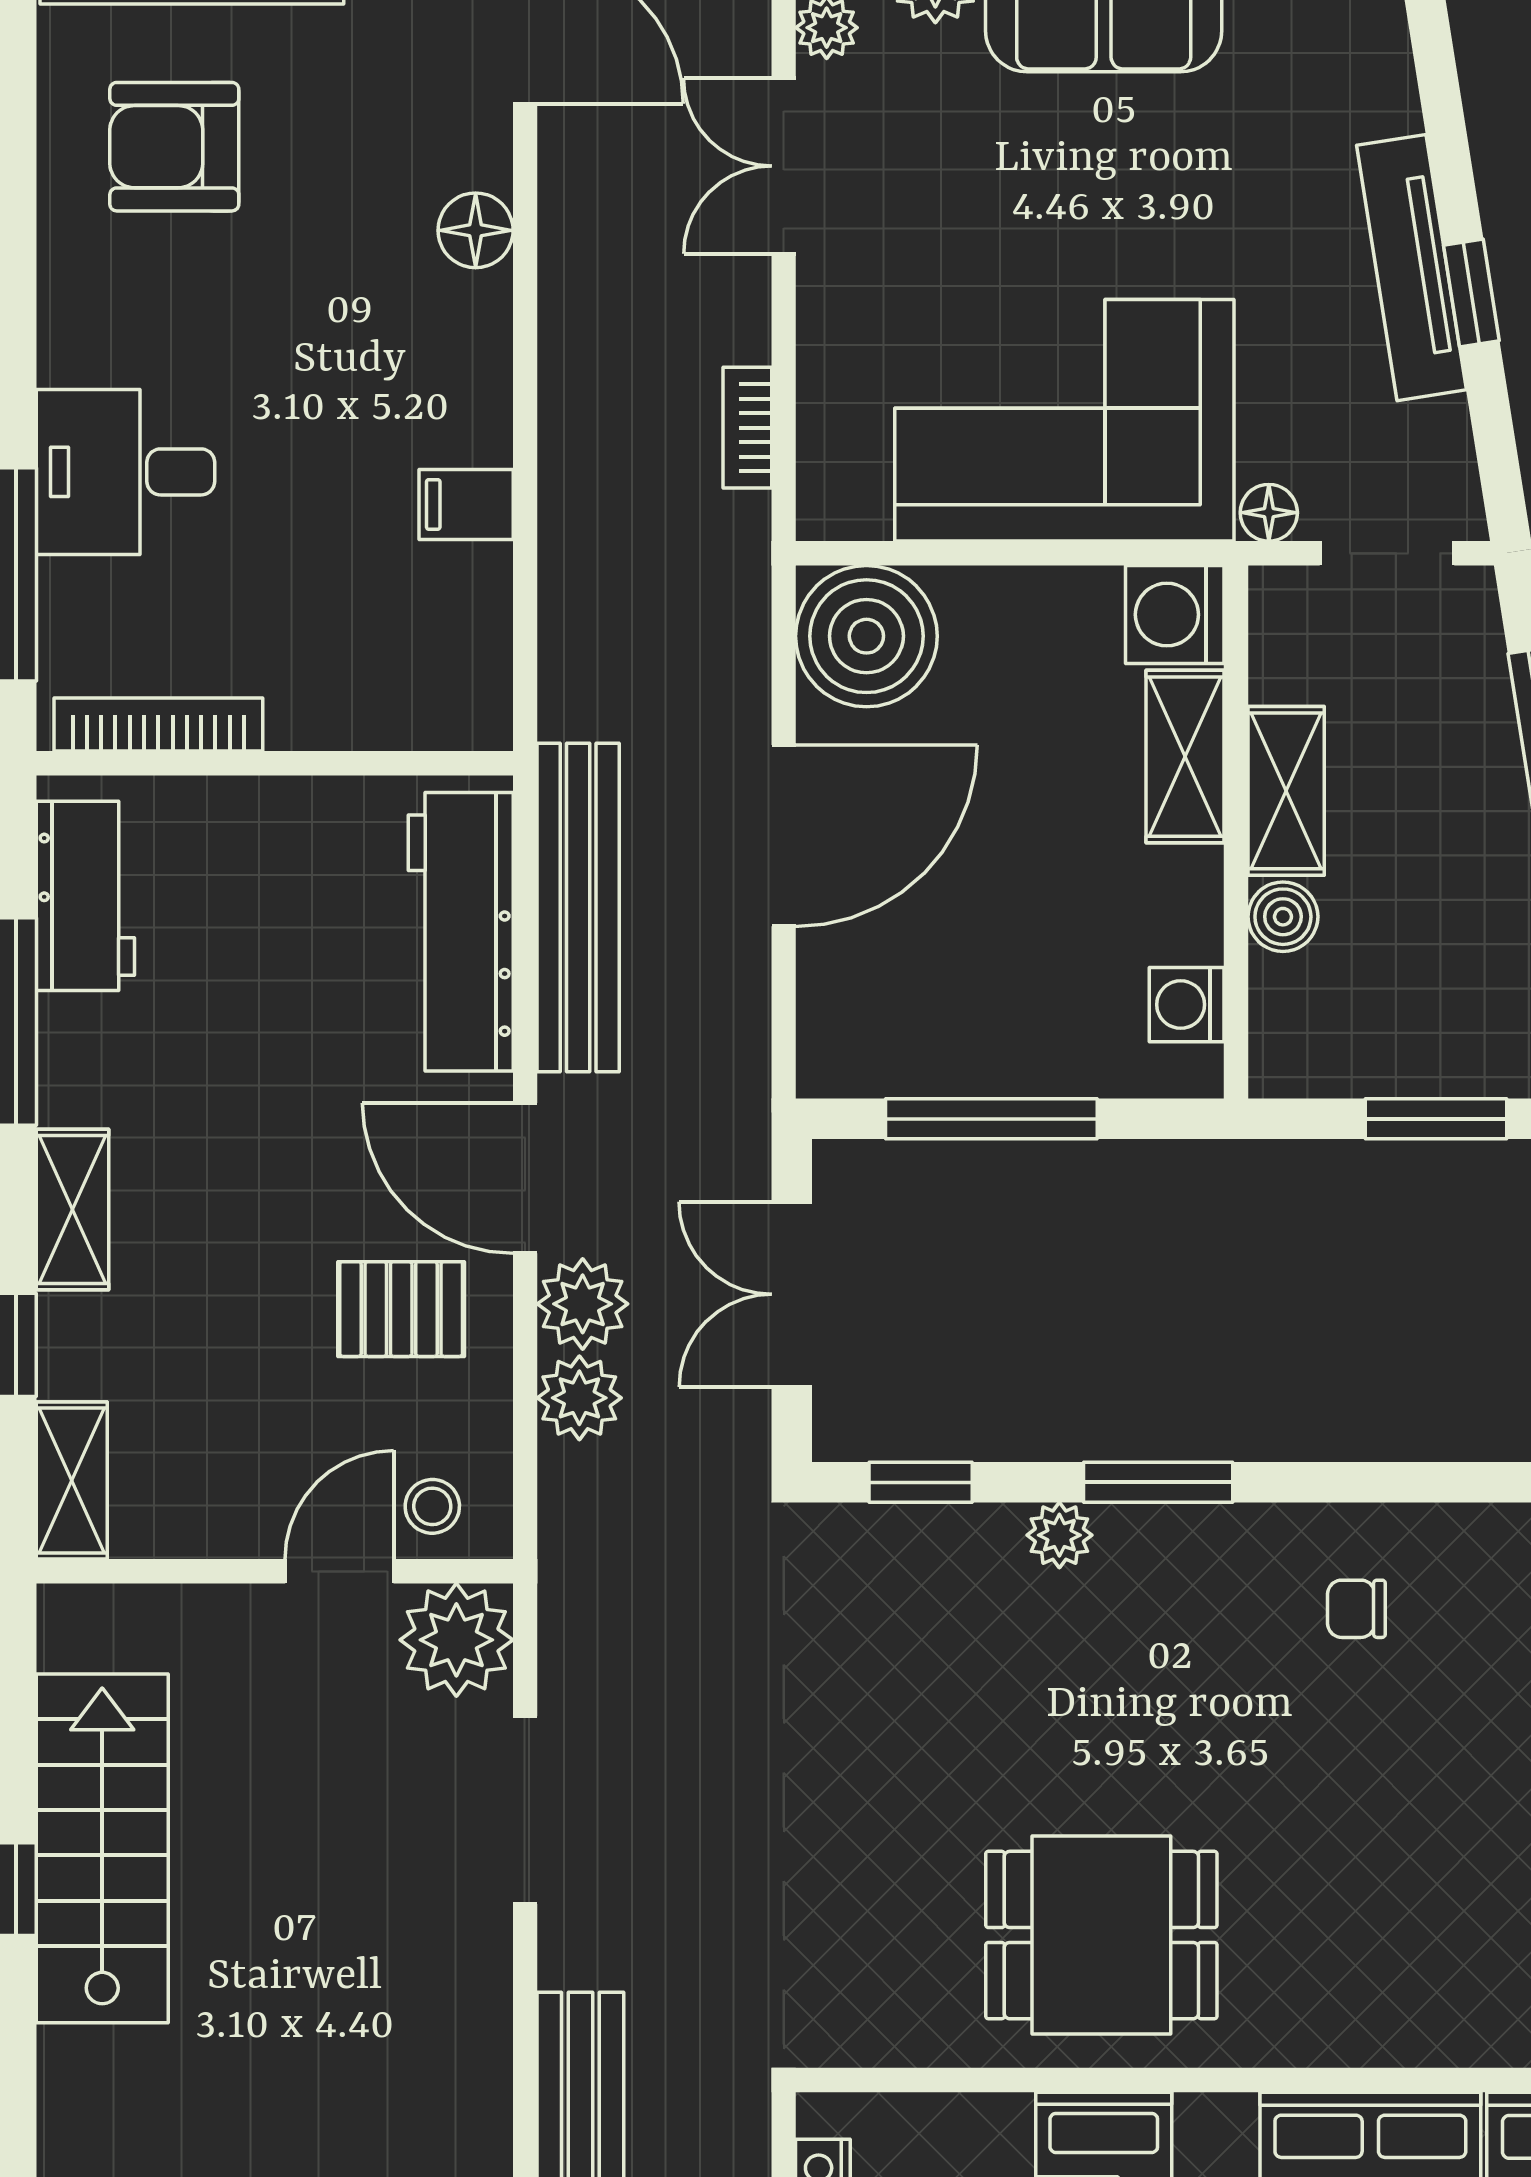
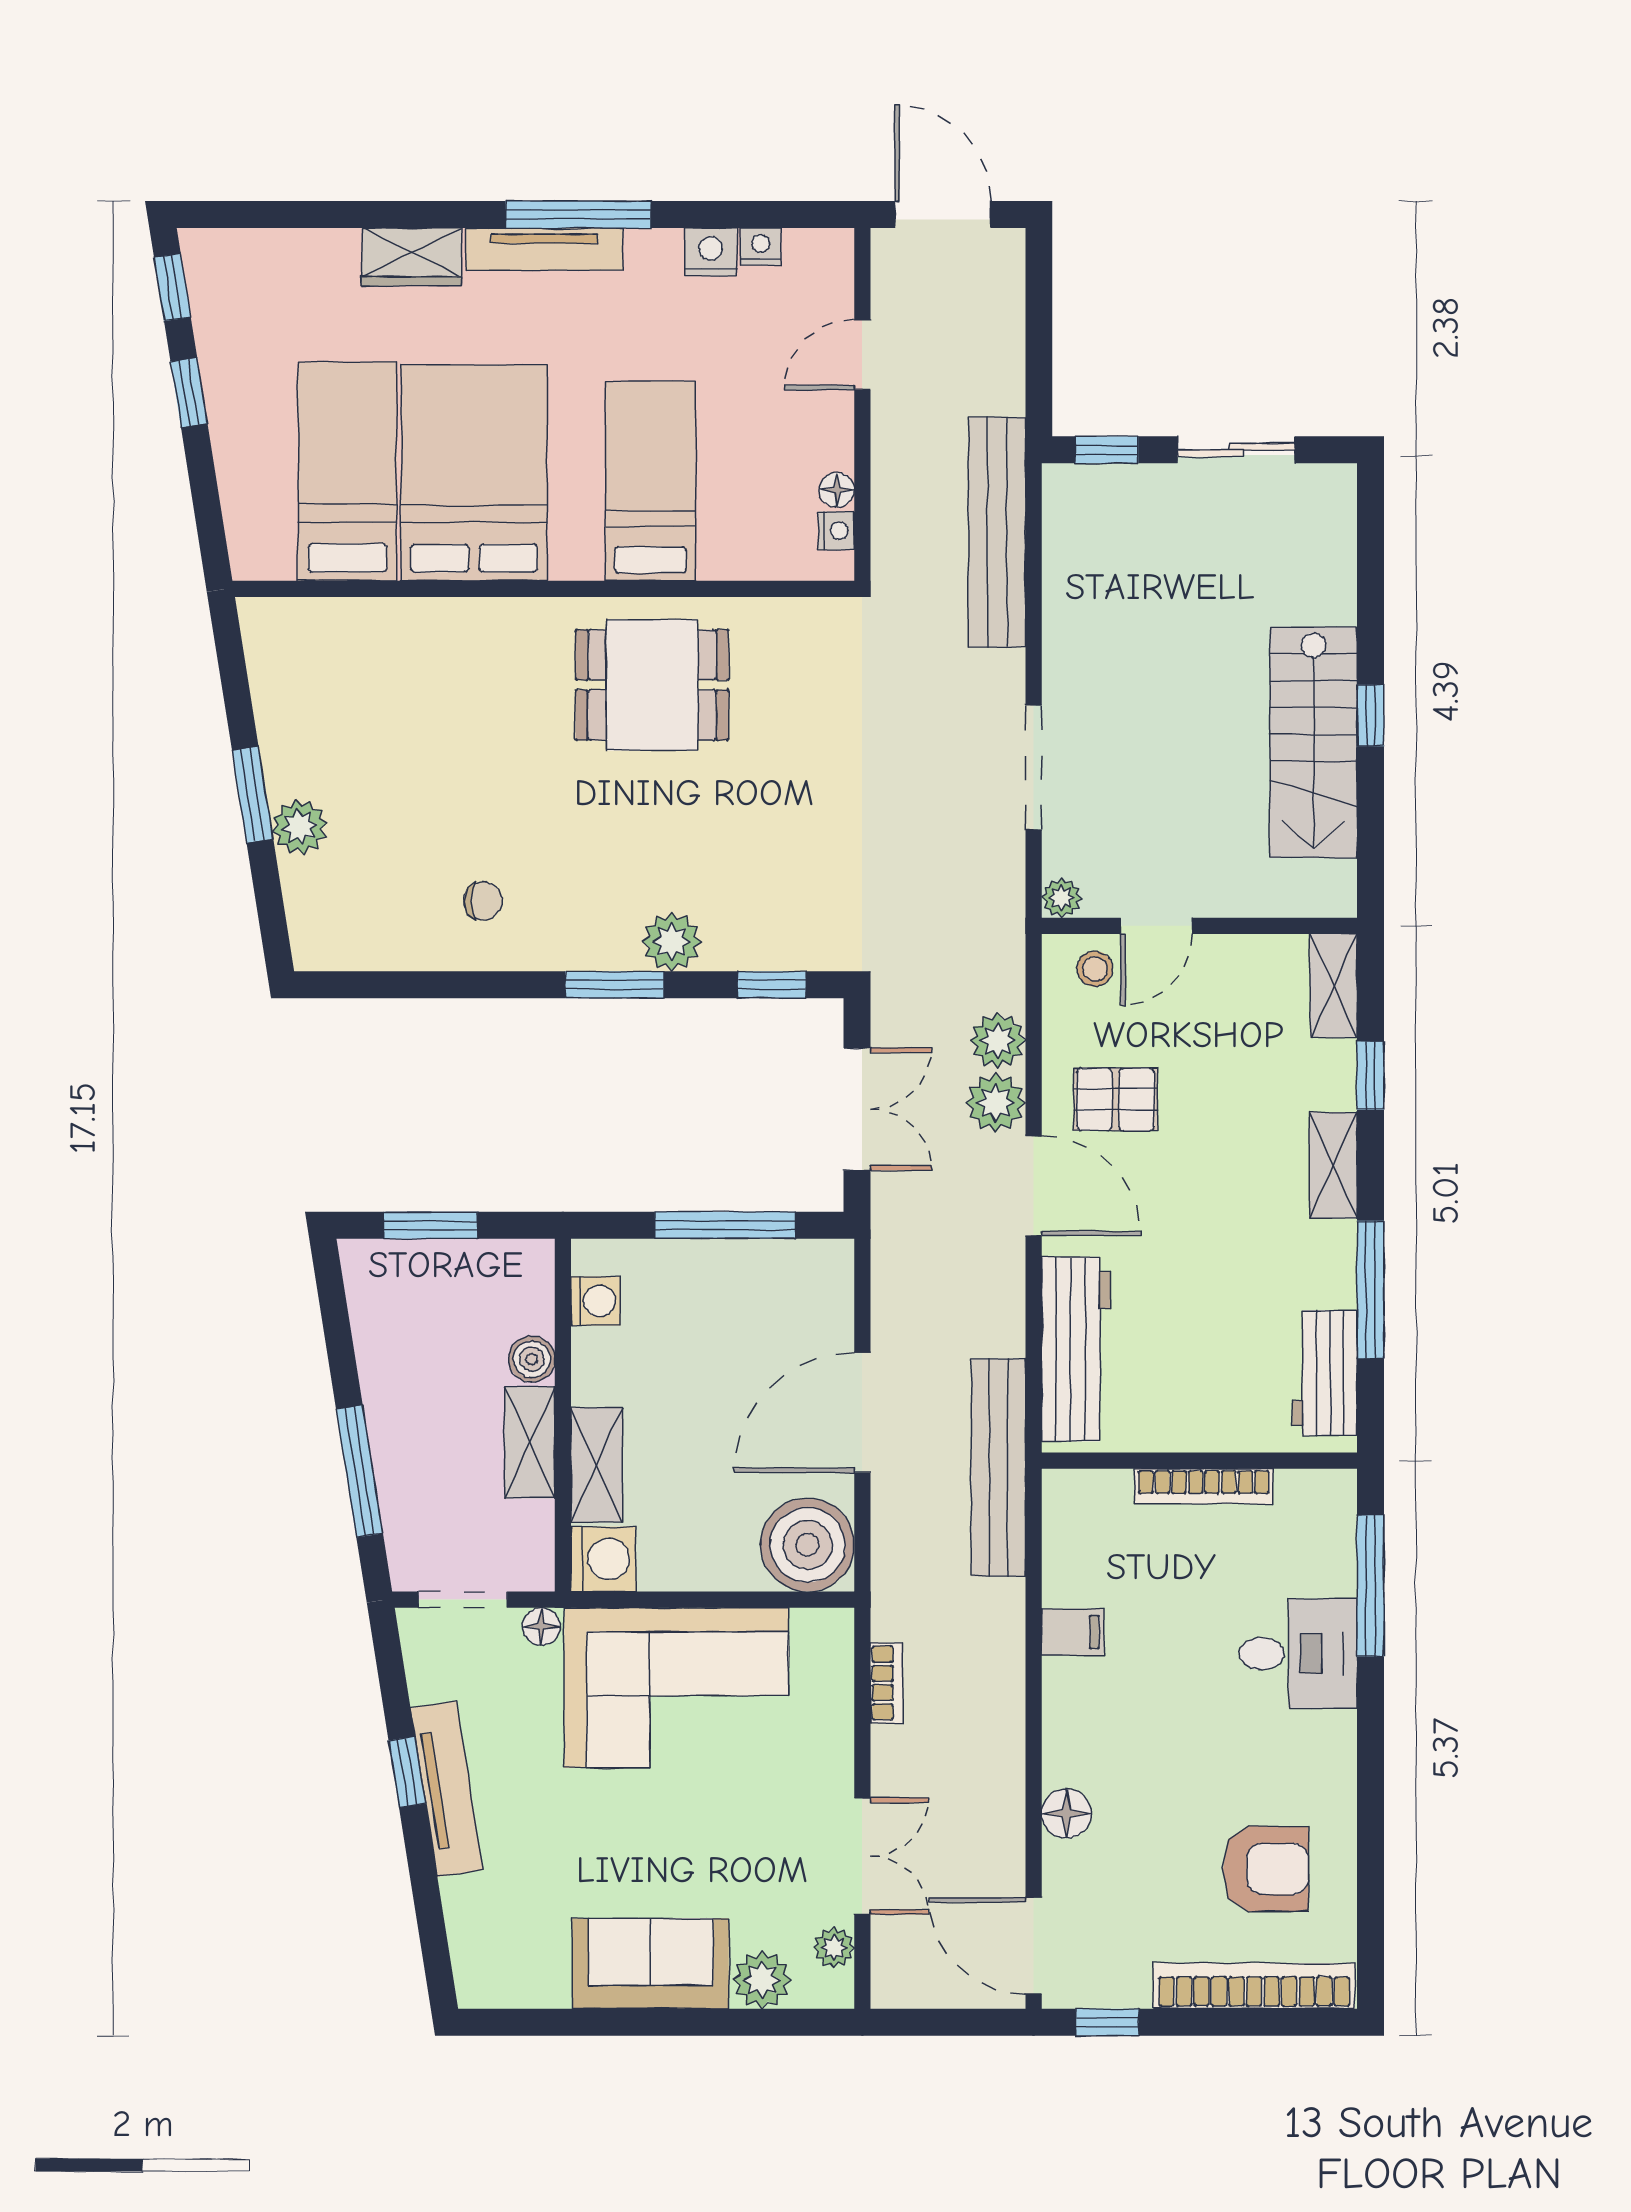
bookcase: (158, 725) -> (1204, 1486), moved
bench: (578, 908) -> (998, 1467), moved
plant: (1059, 1535) -> (672, 942), width x1.38, depth x1.38
plant: (456, 1640) -> (1062, 898), width x0.53, depth x0.53

